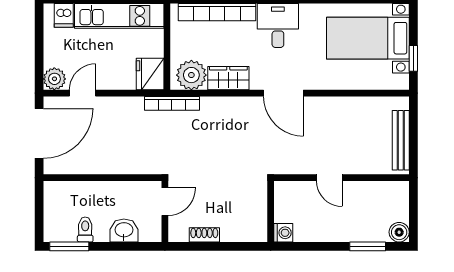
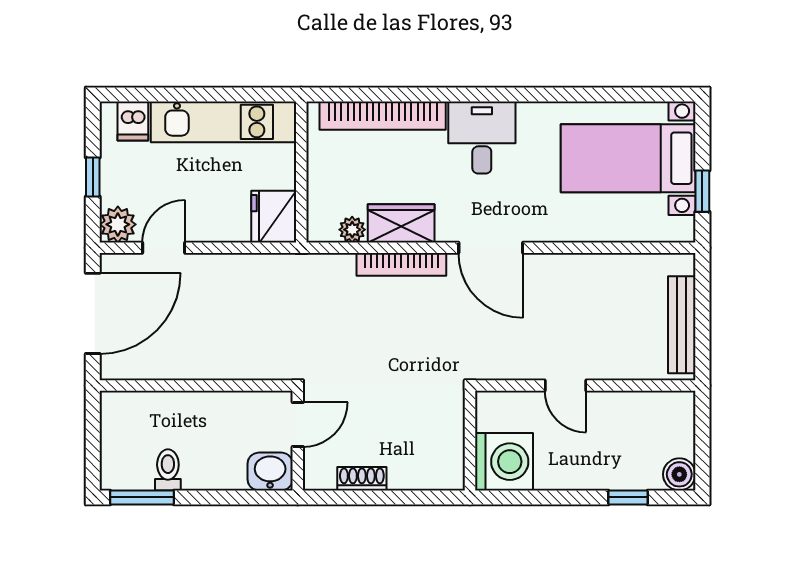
window: (39, 50) -> (93, 177), added
plant: (191, 75) -> (352, 230), width x0.53, depth x0.53
bookcase: (172, 103) -> (401, 264), moved
washbasin: (124, 230) -> (270, 472), moved
washing machine: (283, 233) -> (504, 462), width x1.89, depth x1.89
window: (368, 246) -> (628, 497), width x0.67

